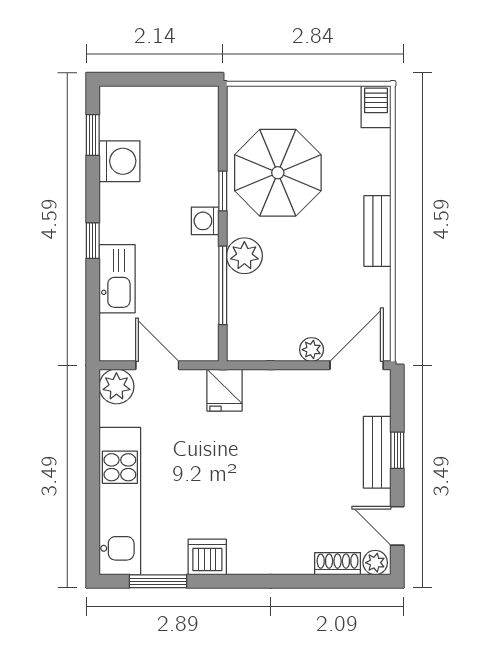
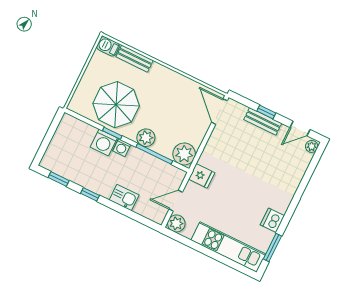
washing machine: (120, 161) -> (104, 143), moved, turned 180
bench: (377, 231) -> (135, 59), moved
window: (93, 241) -> (90, 194), moved
kitchen sink: (117, 279) -> (124, 198), width x0.73
plant: (312, 350) -> (184, 154), moved, width x1.88, depth x1.88
shoe rack: (338, 564) -> (304, 164), removed

